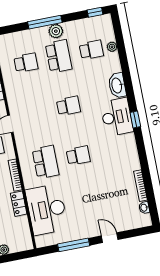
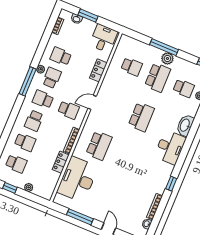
school desk: (68, 106) -> (141, 117), width x1.85
window: (135, 119) -> (171, 184), moved
school desk: (78, 156) -> (125, 156), removed

